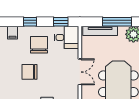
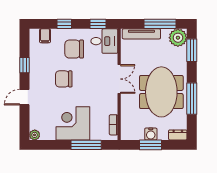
chair: (39, 45) -> (74, 49), turned -90

